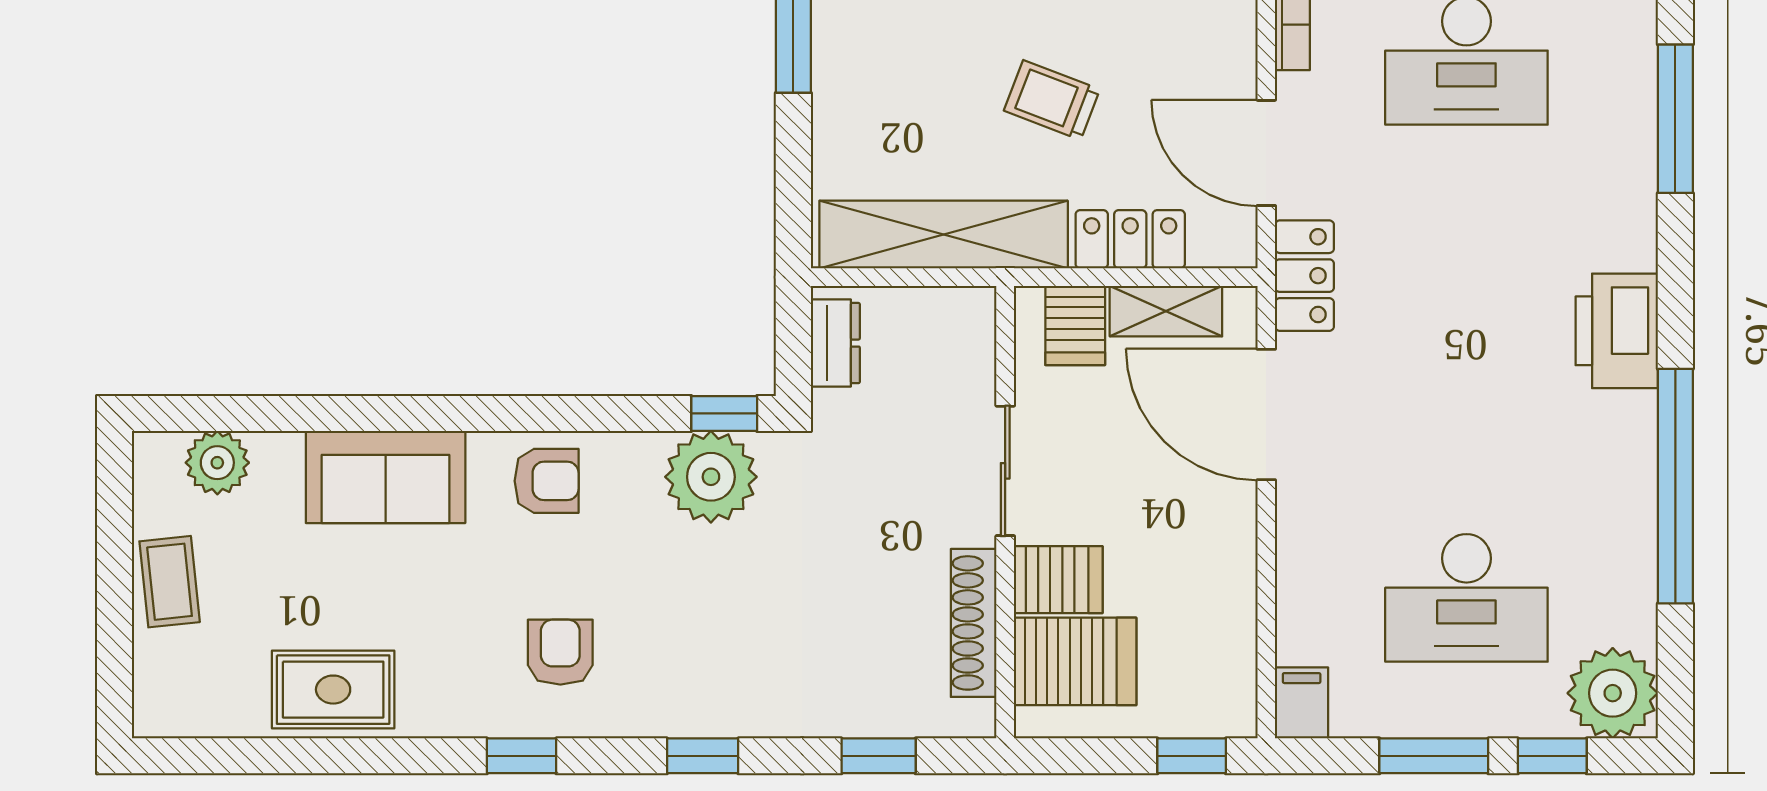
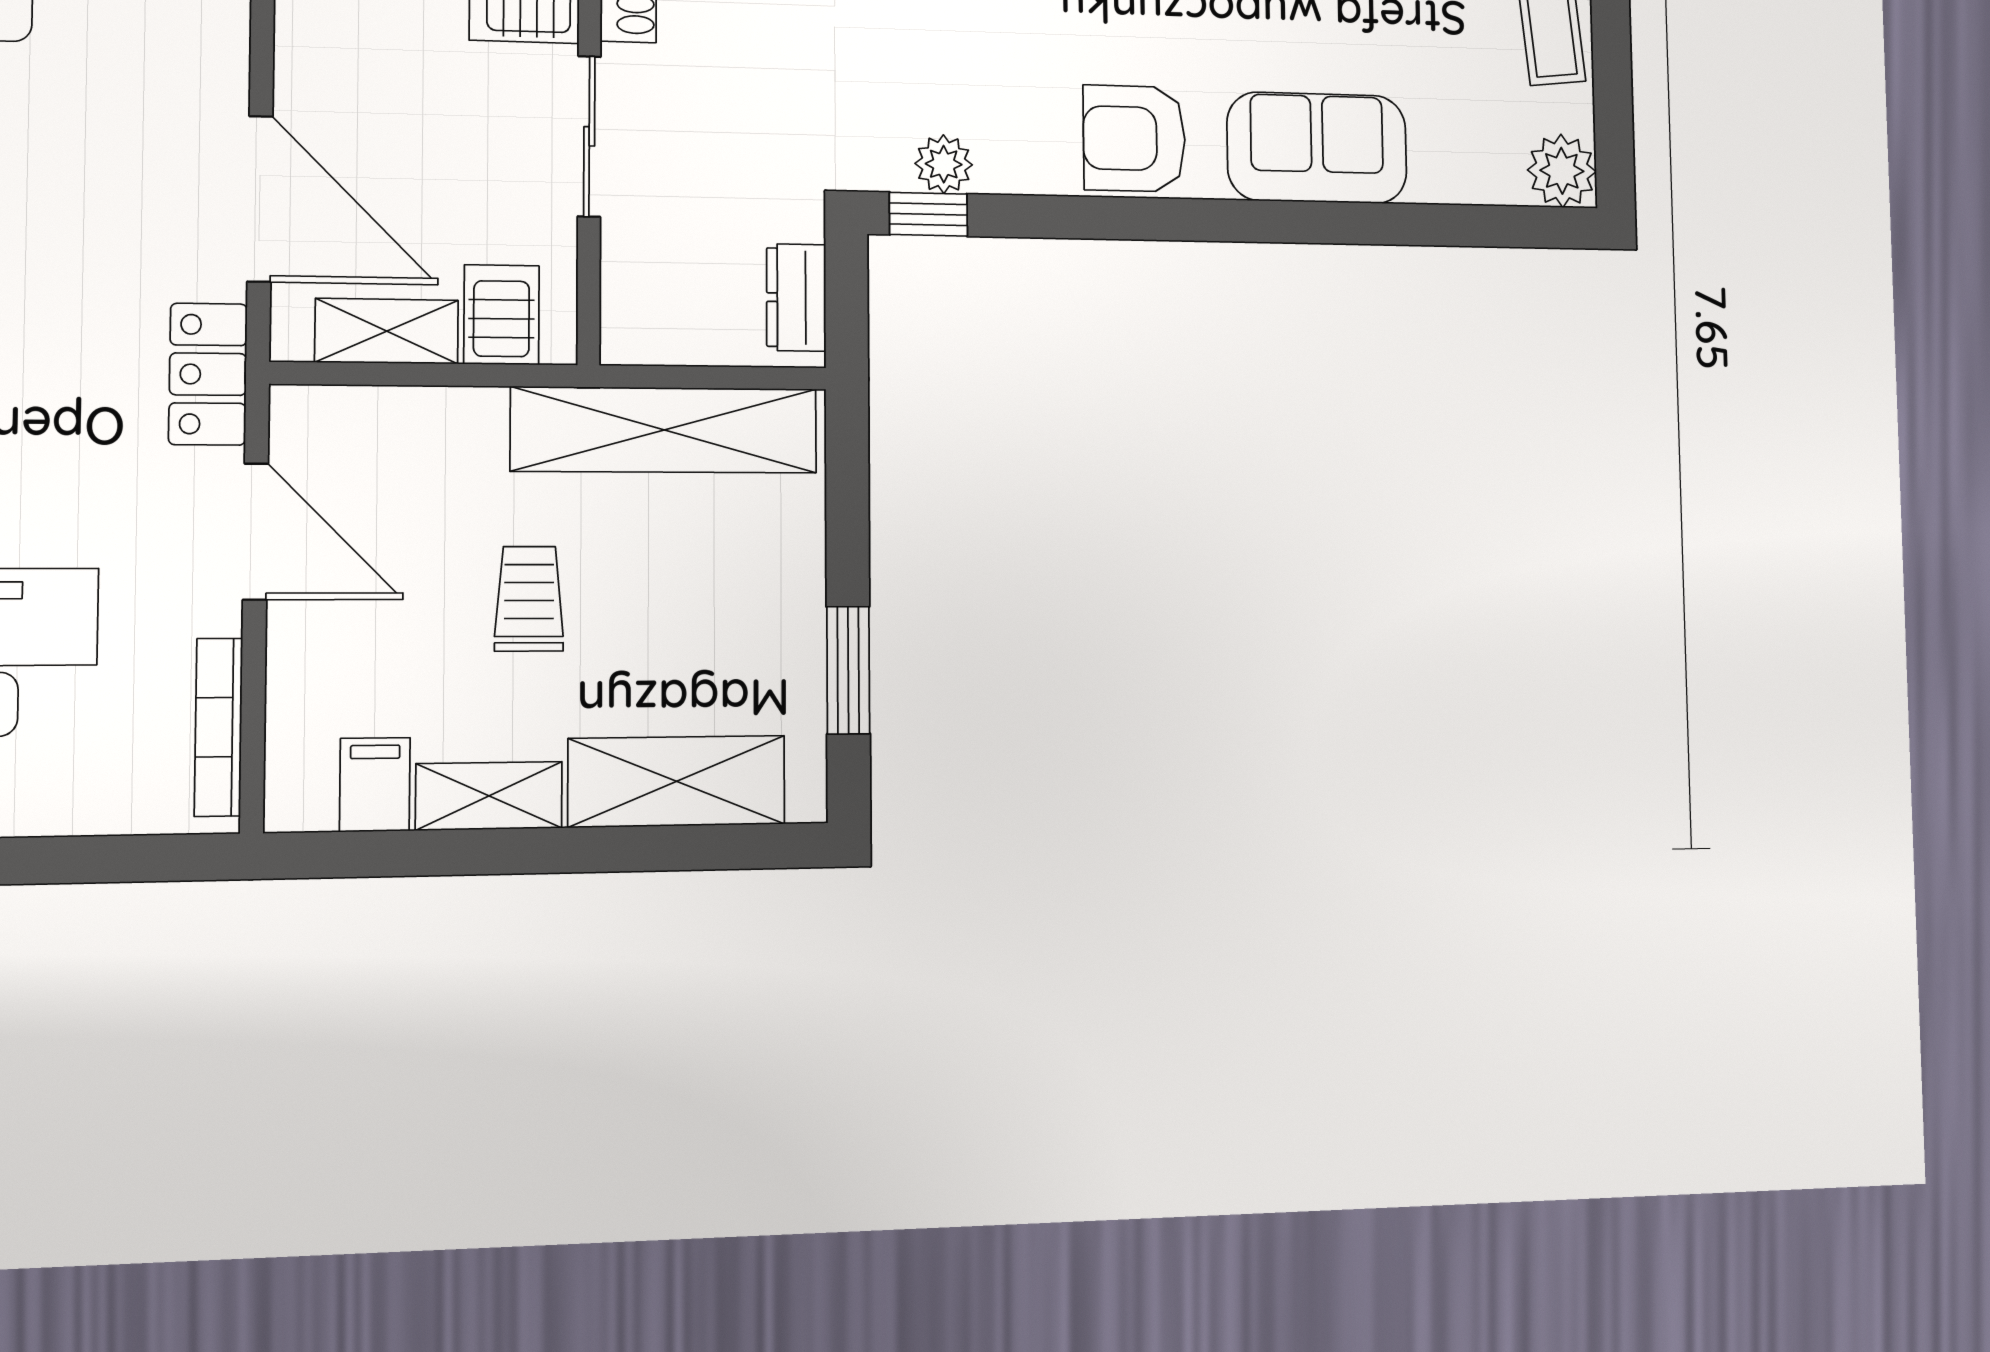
trolley: (1052, 100) -> (529, 599), turned -111
locker: (1130, 239) -> (431, 422), removed
plant: (217, 463) -> (1562, 171), moved
plant: (711, 477) -> (944, 164), width x0.53, depth x0.53
armchair: (547, 481) -> (1134, 138), width x1.38, depth x1.38

